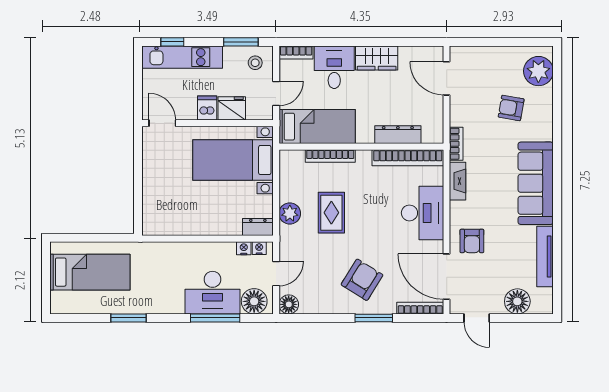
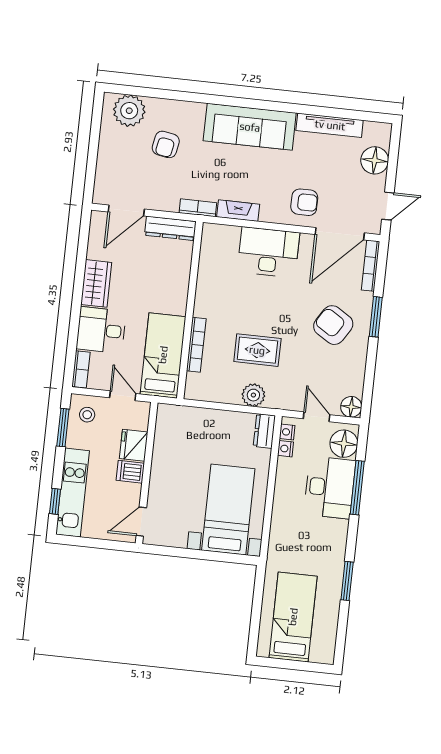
dresser: (398, 135) -> (170, 228), moved, turned -90
bookcase: (408, 158) -> (207, 262), removed
bed with nightstands: (233, 160) -> (228, 510), moved, turned 180

